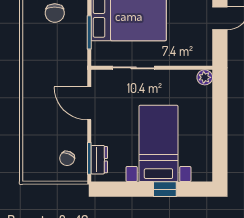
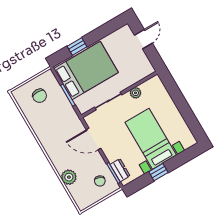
plant: (205, 77) -> (135, 93), moved
plant: (33, 132) -> (69, 177), added
window: (165, 189) -> (158, 172), moved

